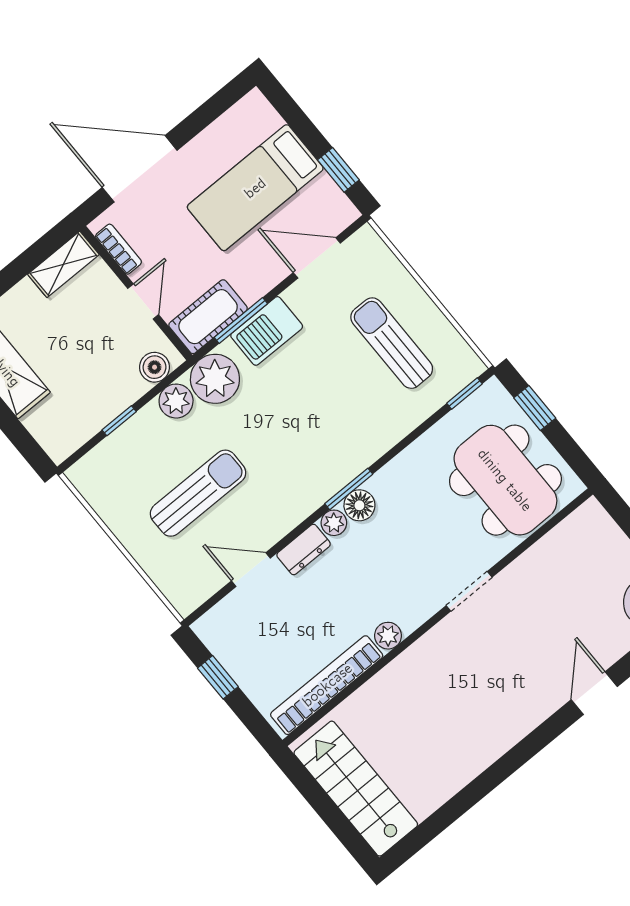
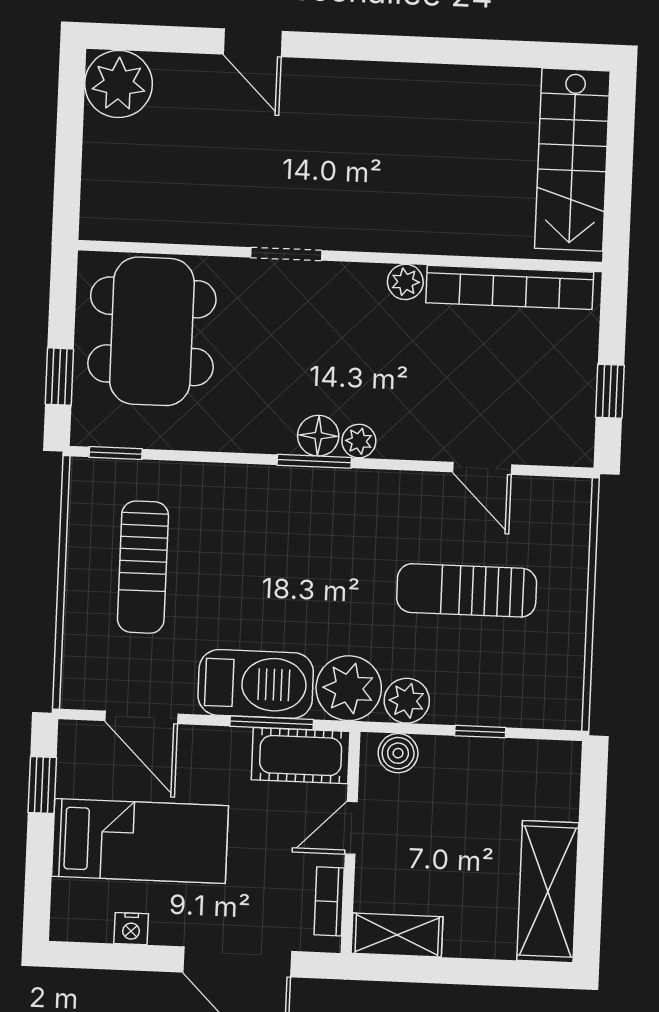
nightstand: (216, 134) -> (131, 929), added
barbecue: (267, 331) -> (256, 684), width x1.37, depth x1.21
dresser: (304, 550) -> (412, 442), removed
door: (594, 693) -> (253, 43), hinge flipped

